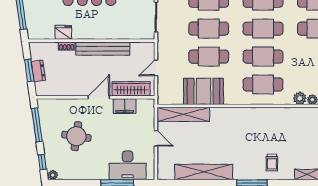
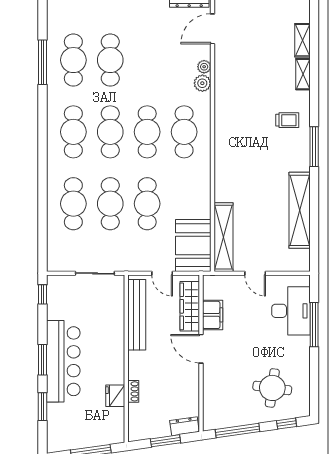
bench: (103, 49) -> (137, 315), moved
dresser: (38, 71) -> (184, 426), moved
booth: (204, 91) -> (193, 245), moved
round table: (76, 136) -> (272, 388), moved
door: (156, 138) -> (255, 273), swing flipped
plant: (53, 175) -> (304, 410), removed

